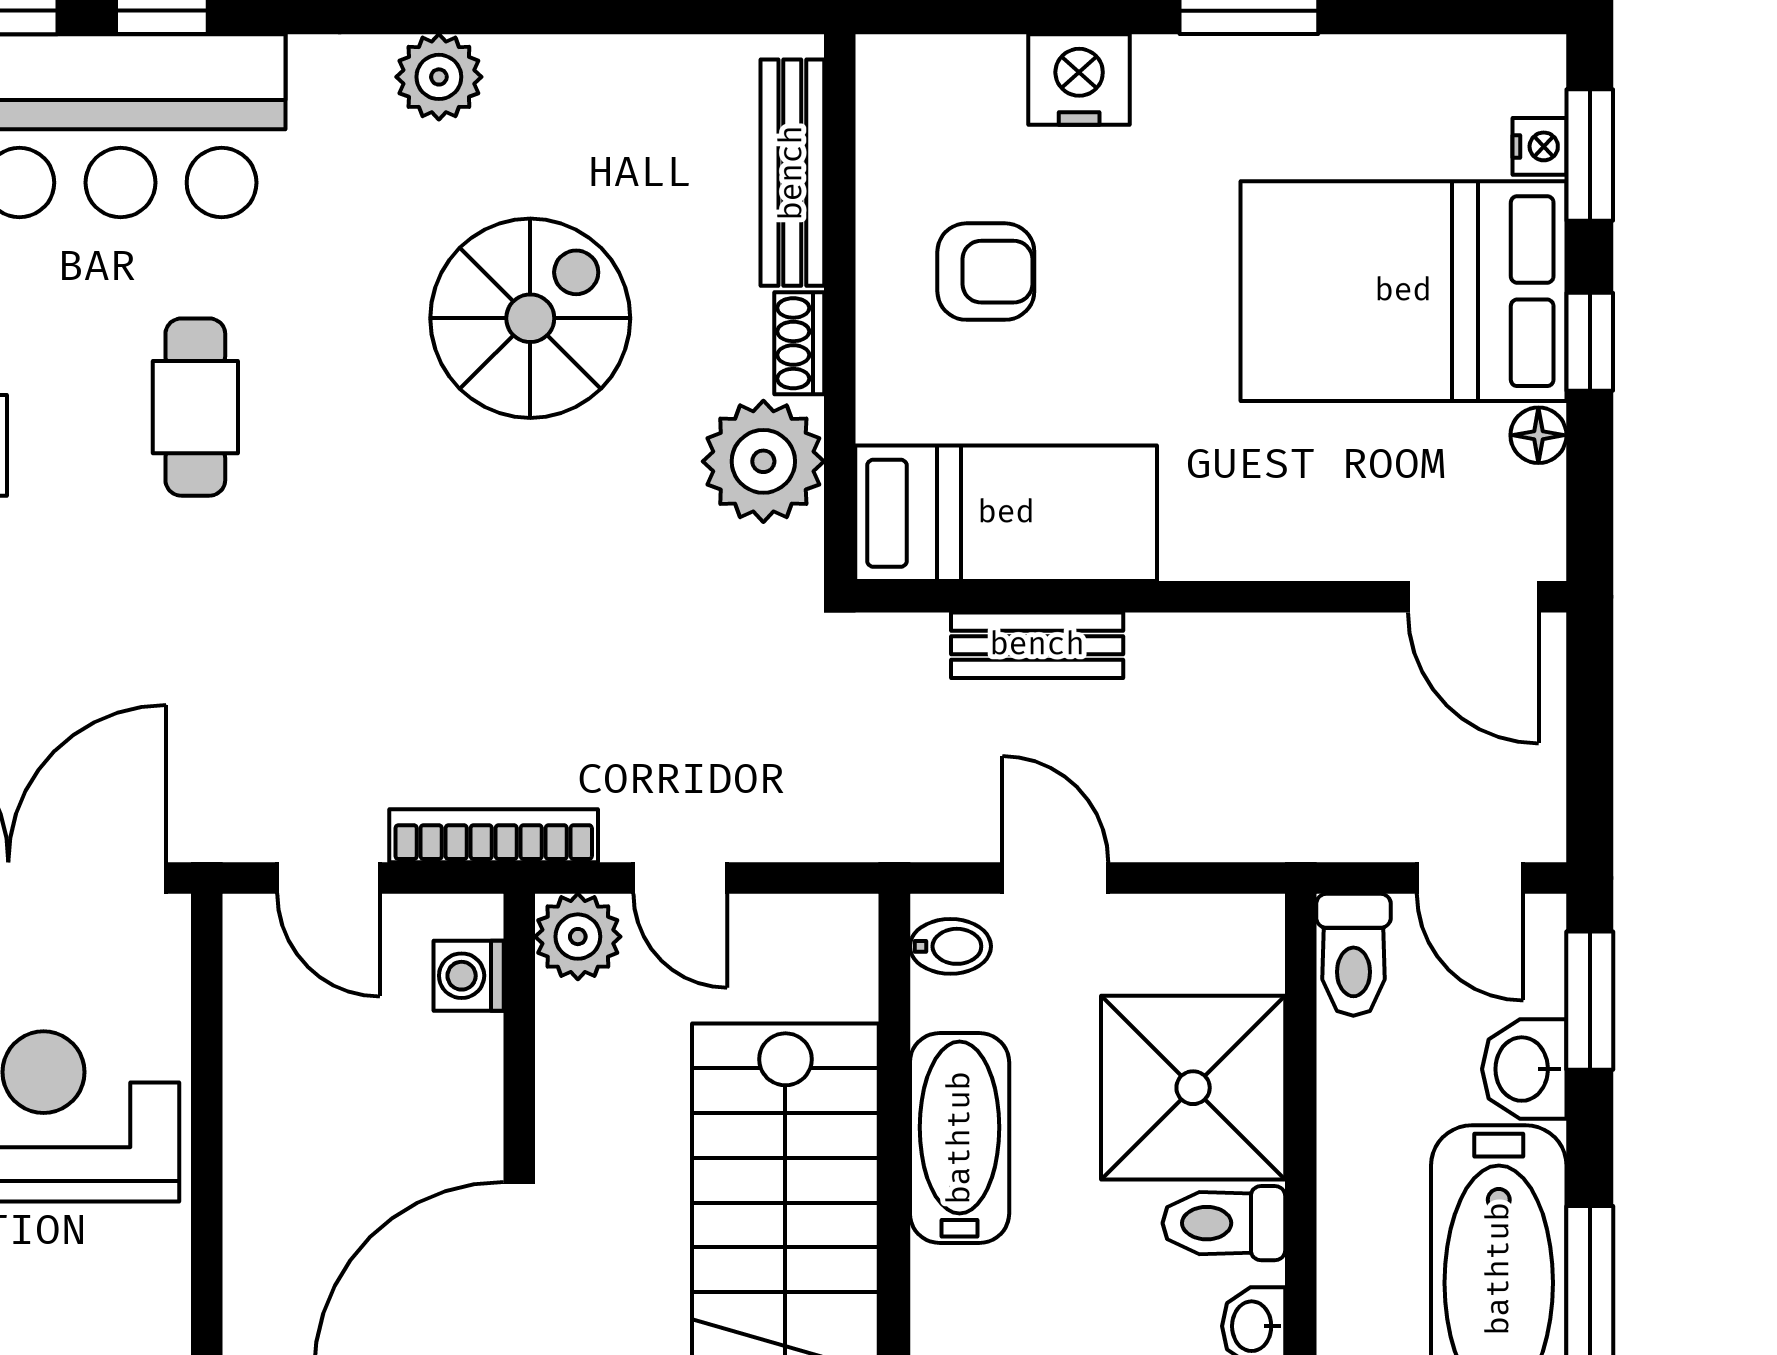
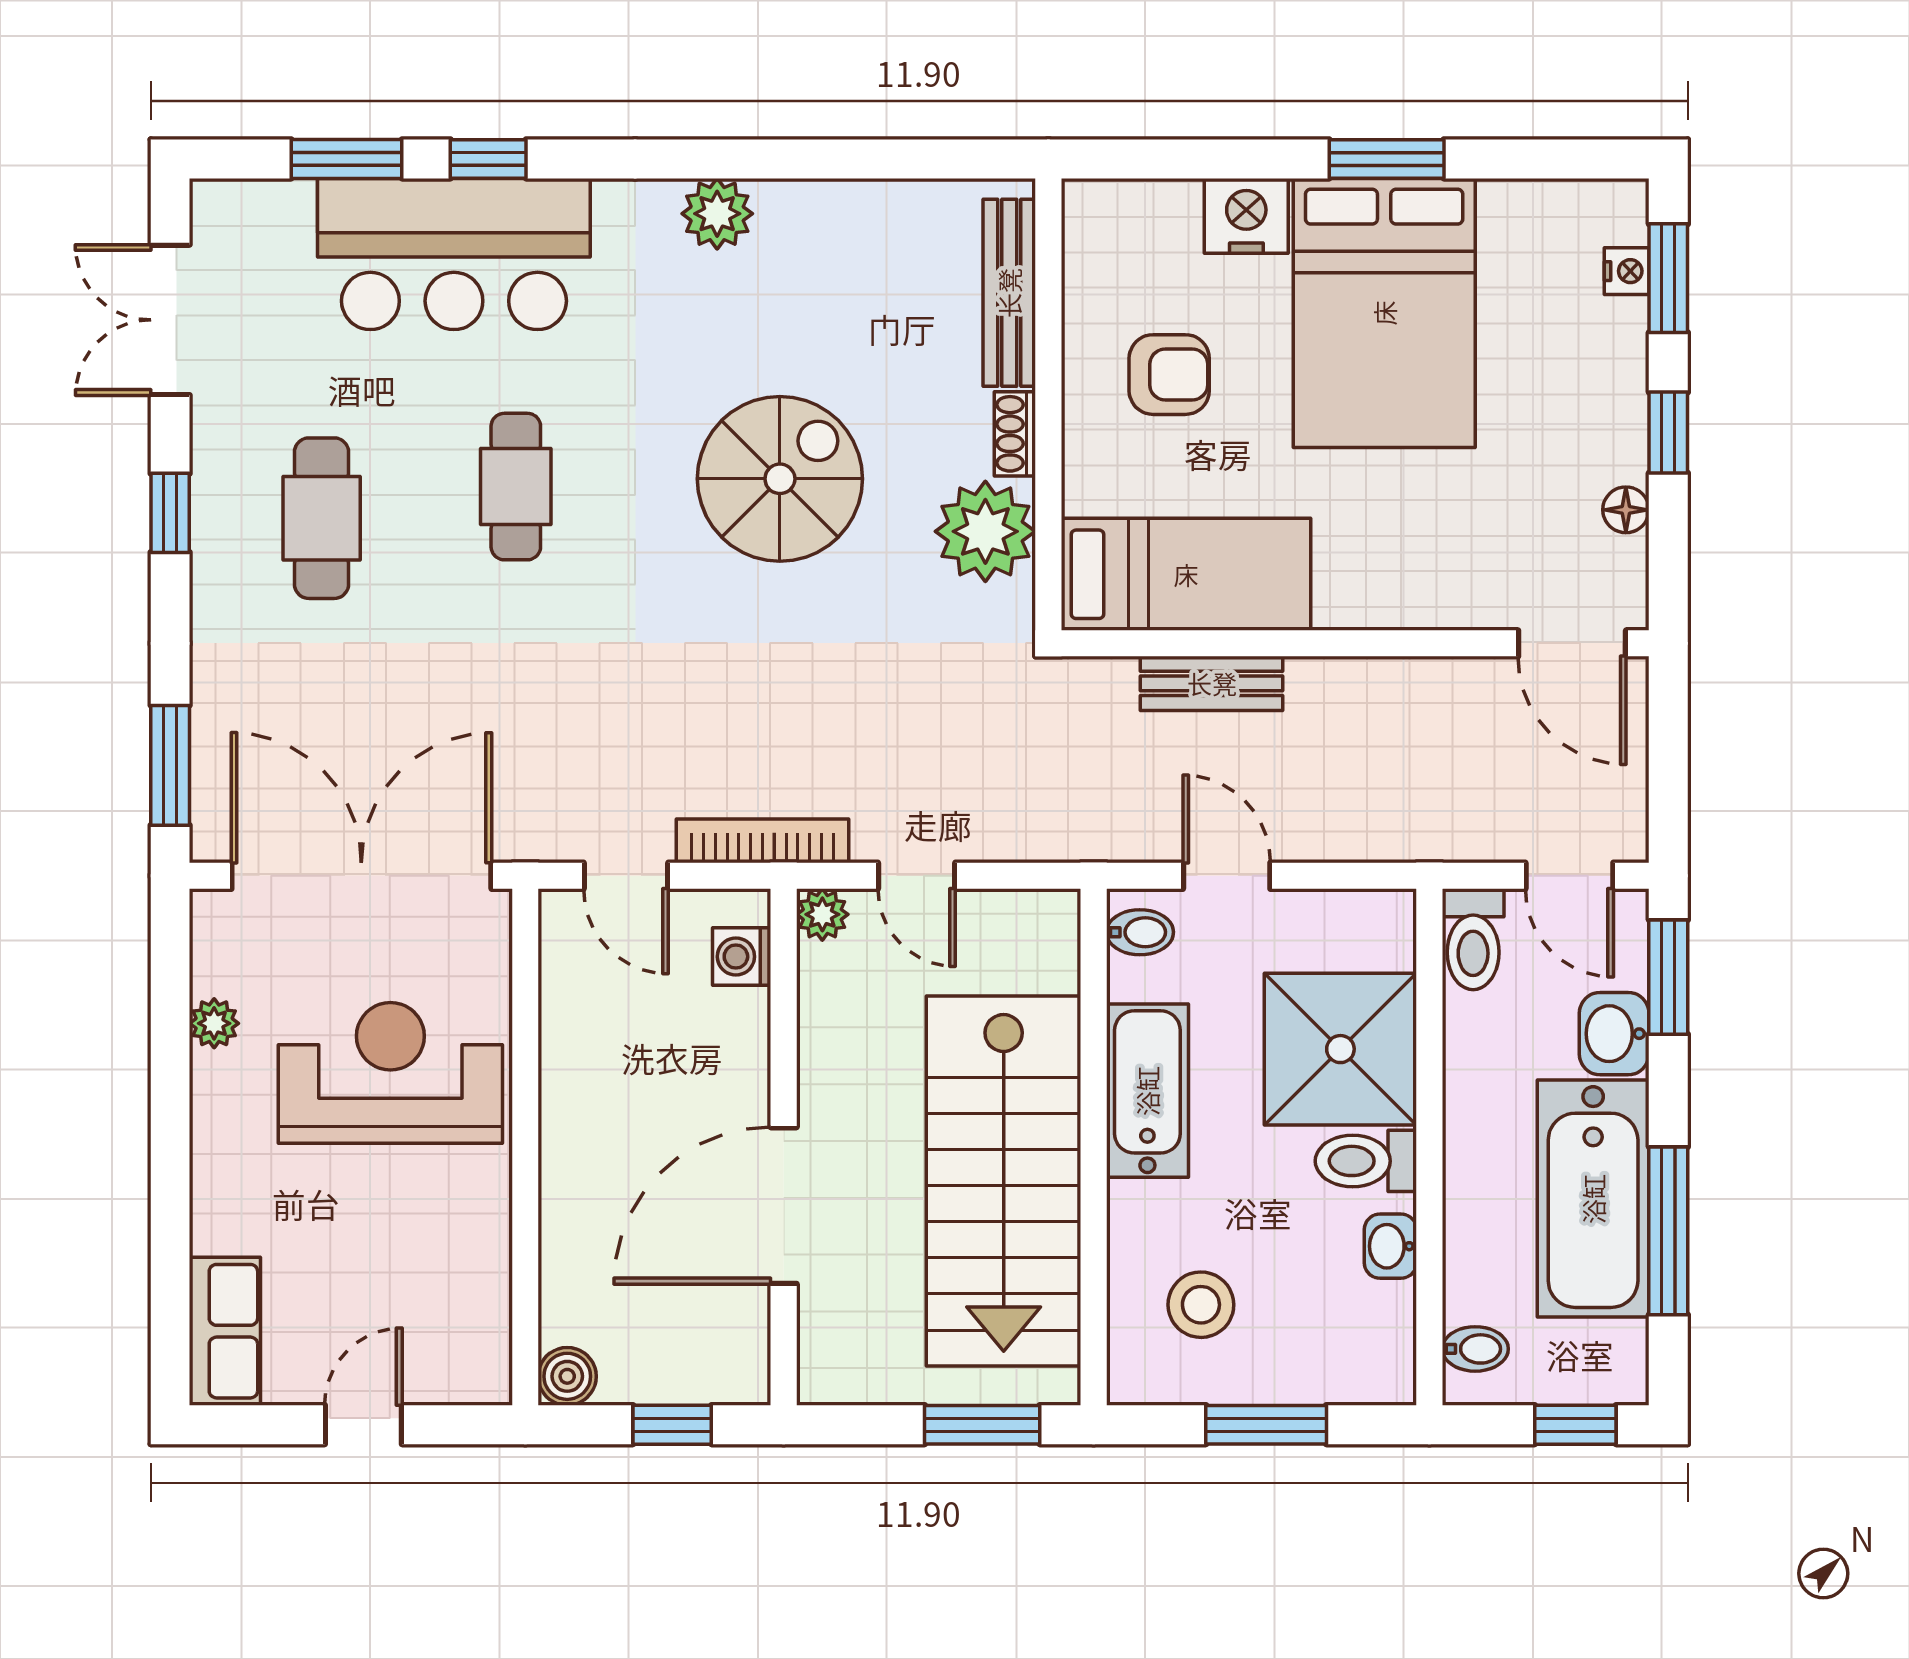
bed: (1403, 291) -> (1384, 313), moved, turned -90
spiral stairs: (530, 318) -> (780, 479), moved
plant: (578, 937) -> (822, 914), width x0.73, depth x0.73

